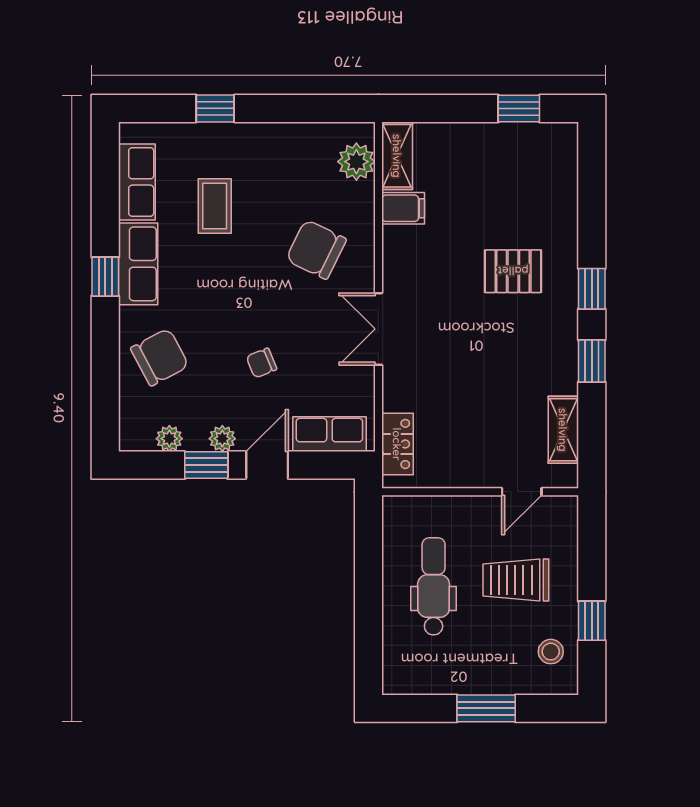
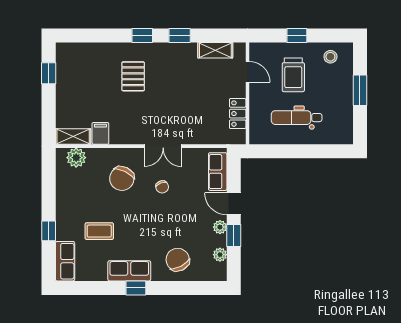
row of seats: (137, 182) -> (65, 261), moved, turned 90
chair: (262, 363) -> (162, 187), moved
locker: (397, 444) -> (238, 114), moved, turned -90
window: (592, 621) -> (297, 35), moved

